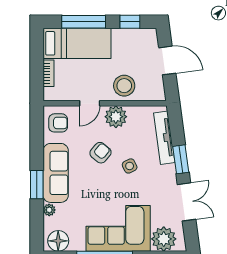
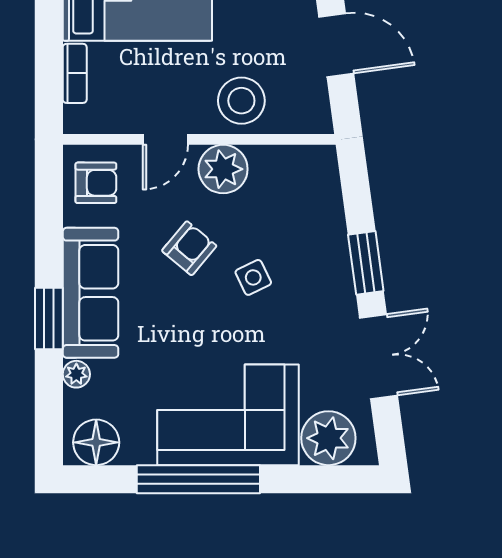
tv unit: (164, 138) -> (330, 215), removed

